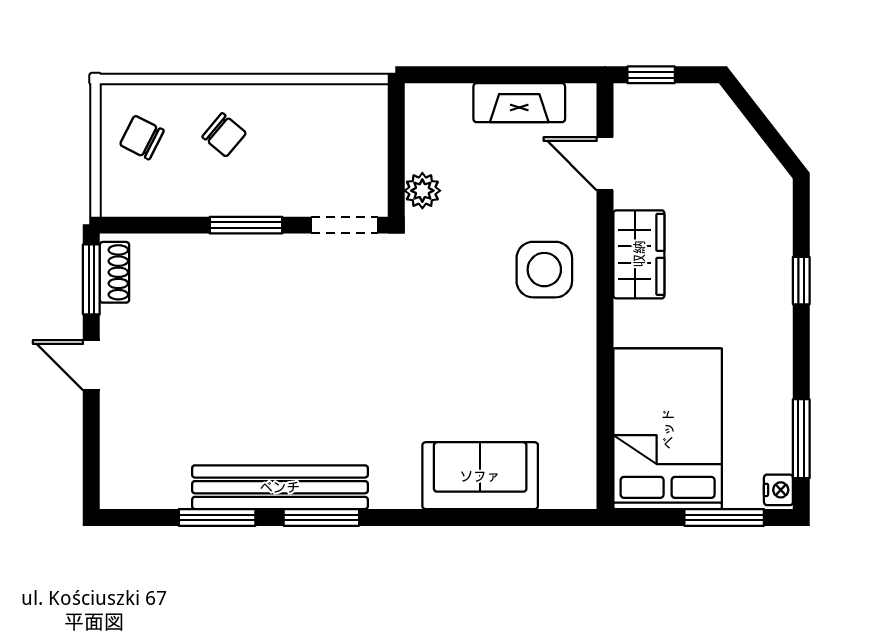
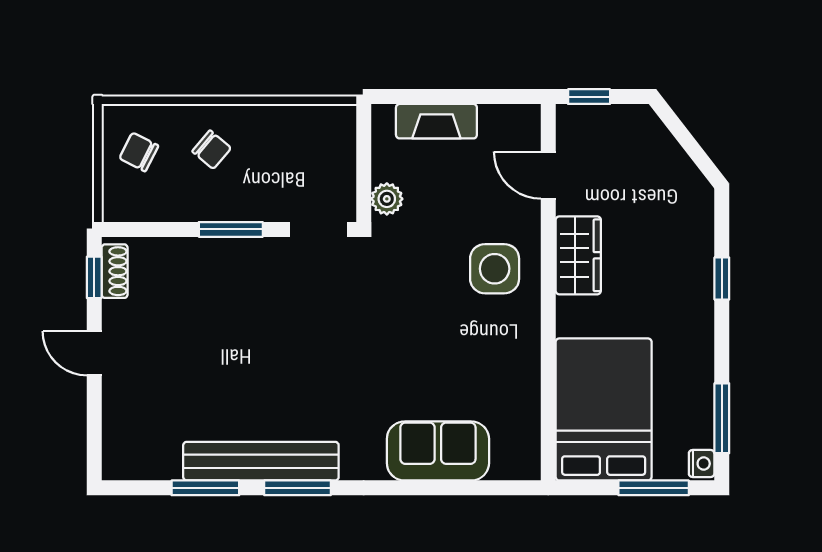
fireplace: (519, 103) -> (436, 121), moved
window: (91, 279) -> (94, 277), width x0.67

